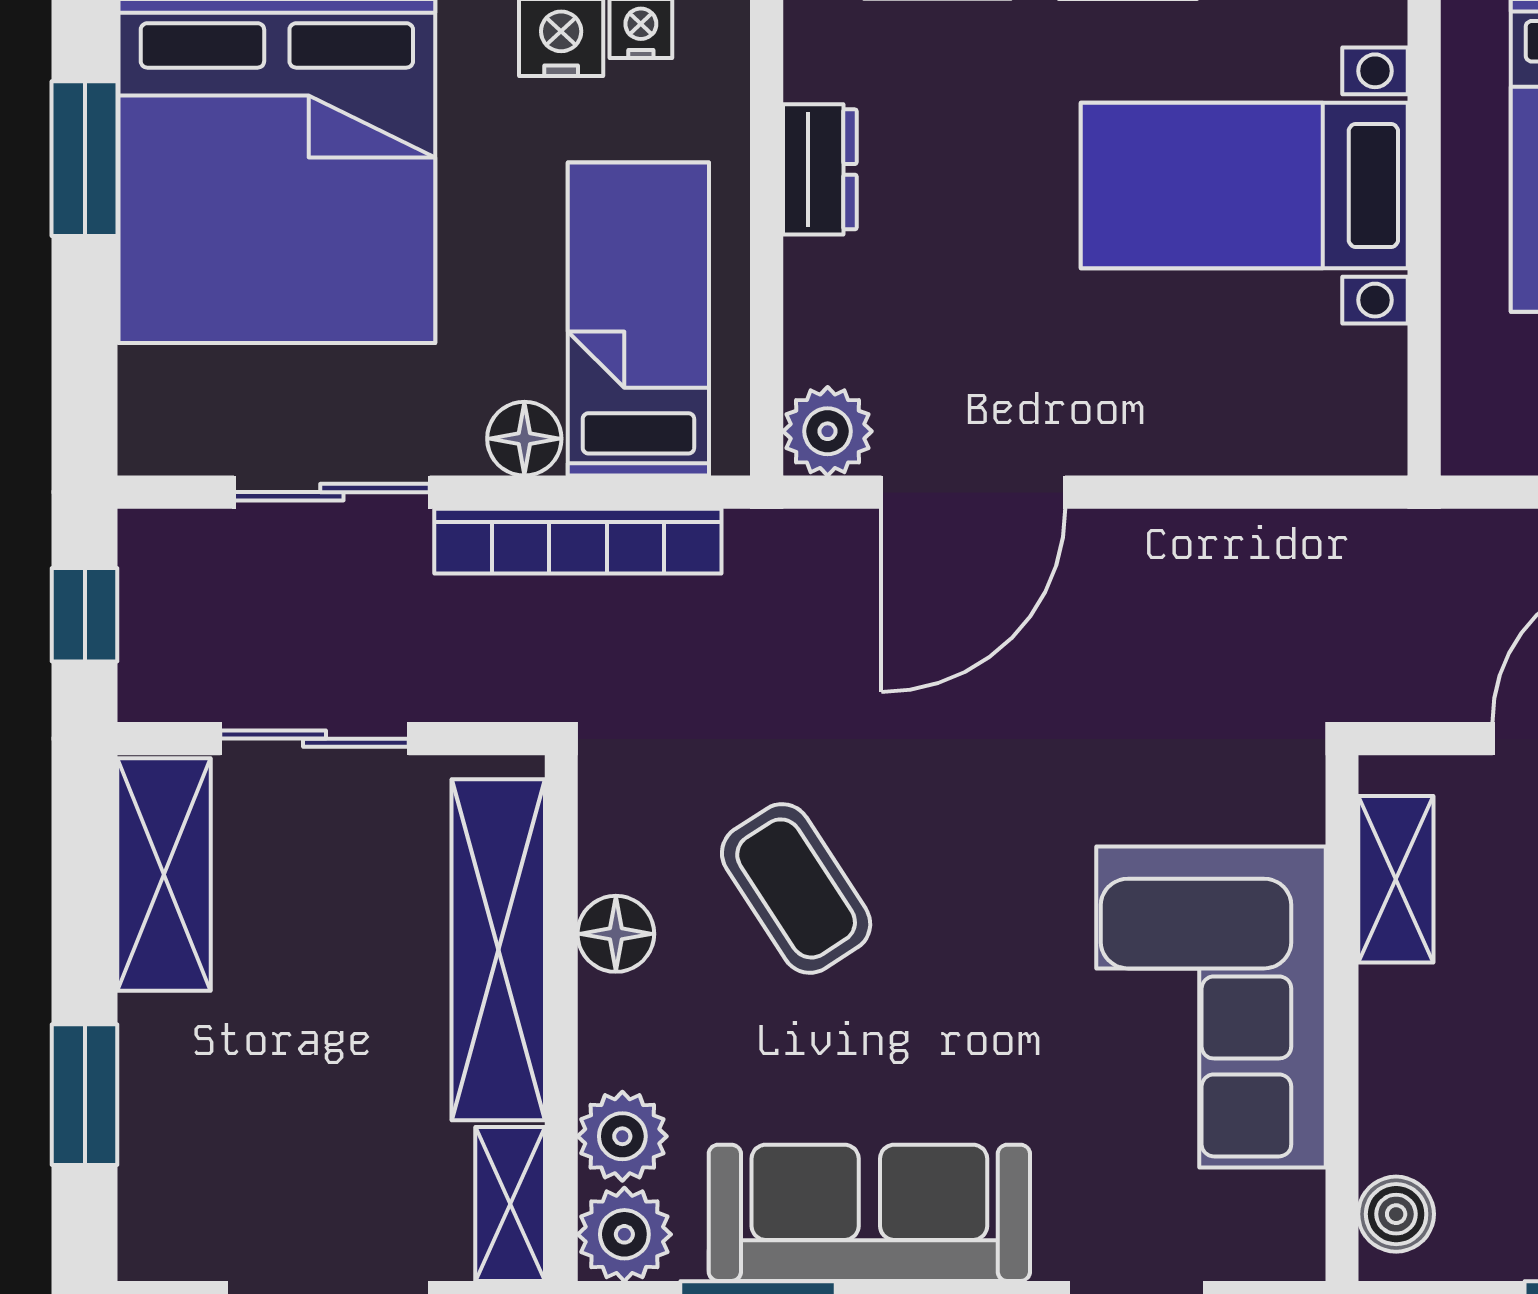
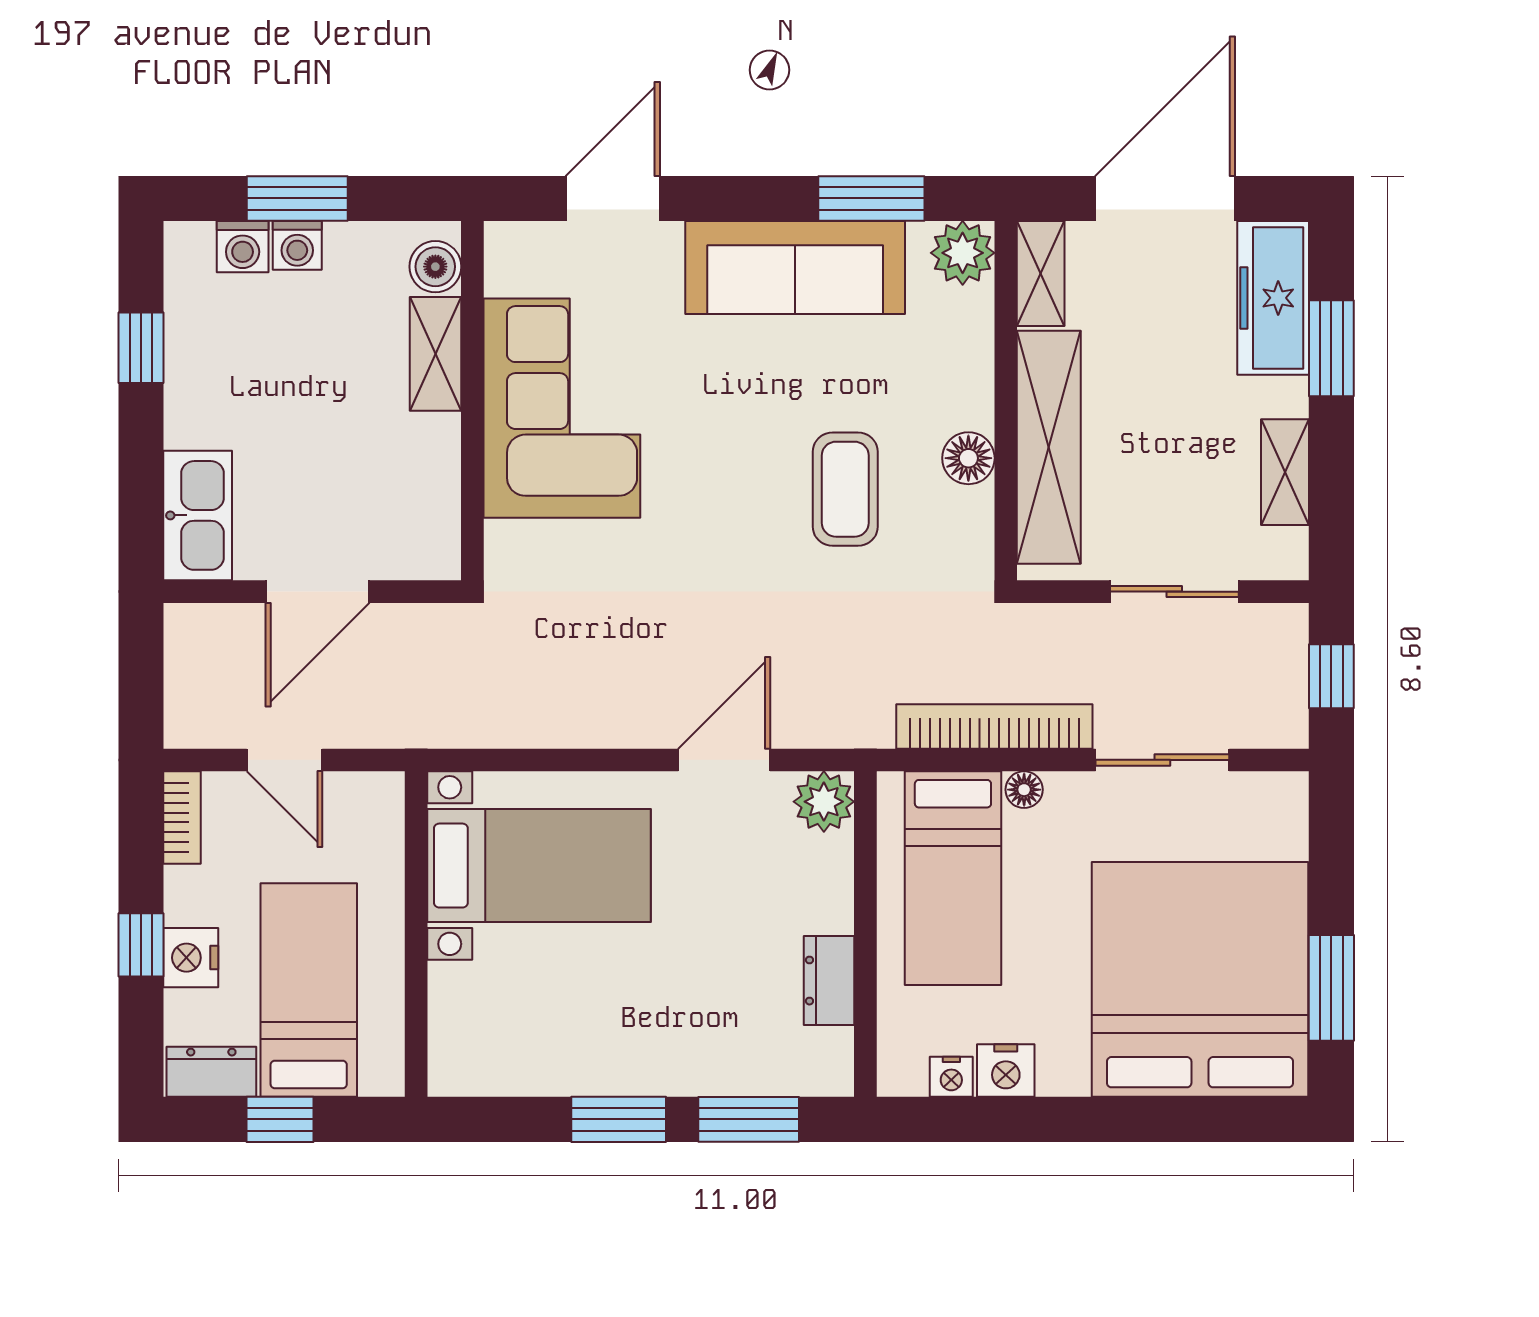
bed with nightstands: (1244, 185) -> (539, 866), moved
floor lamp: (524, 439) -> (1024, 790), width x0.73, depth x0.73
door: (973, 492) -> (724, 760), width x0.73
shelving: (164, 875) -> (1285, 472), width x0.67, depth x0.75
shelving: (1396, 879) -> (435, 354), moved
coffee table: (796, 888) -> (845, 489), turned 33
plant: (622, 1136) -> (964, 320), removed
freezer: (170, 1168) -> (1273, 298), added

